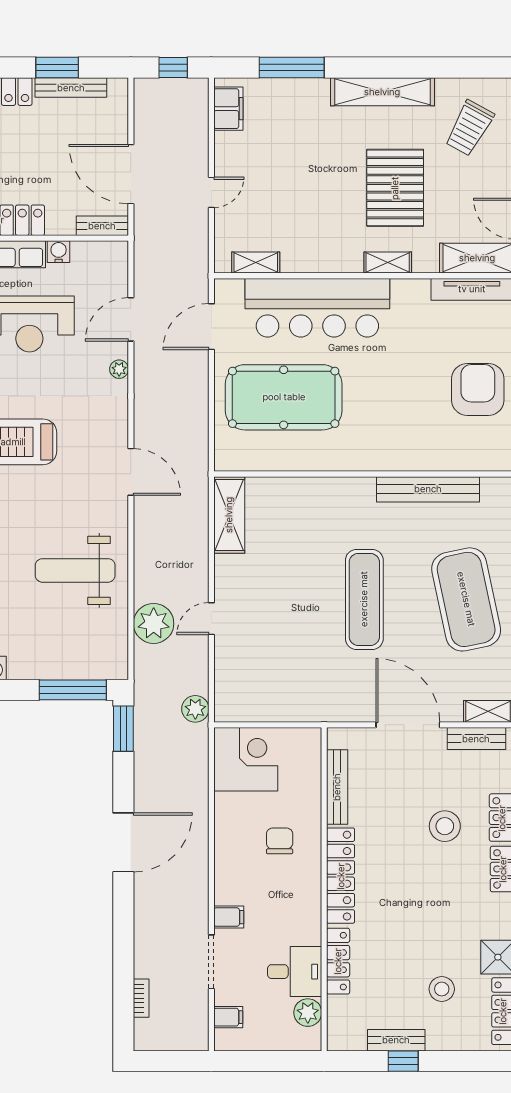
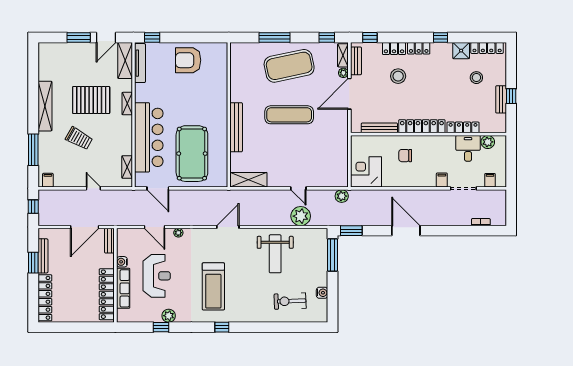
filing cabinet: (228, 109) -> (48, 180), width x0.50
trolley: (469, 128) -> (79, 138), moved
bench: (428, 489) -> (236, 127), moved
plant: (452, 712) -> (343, 73), added

